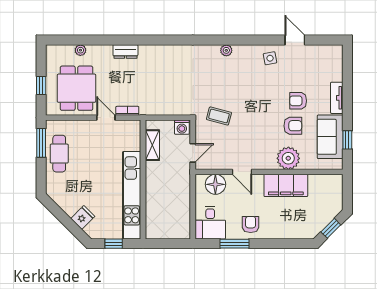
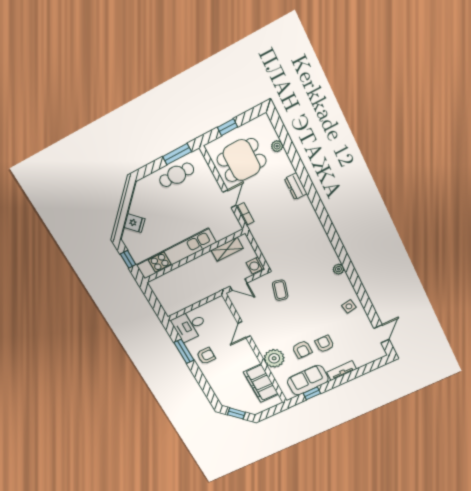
door: (295, 40) -> (381, 334), moved
floor lamp: (215, 184) -> (223, 315), removed
filing cabinet: (286, 185) -> (261, 383), moved

